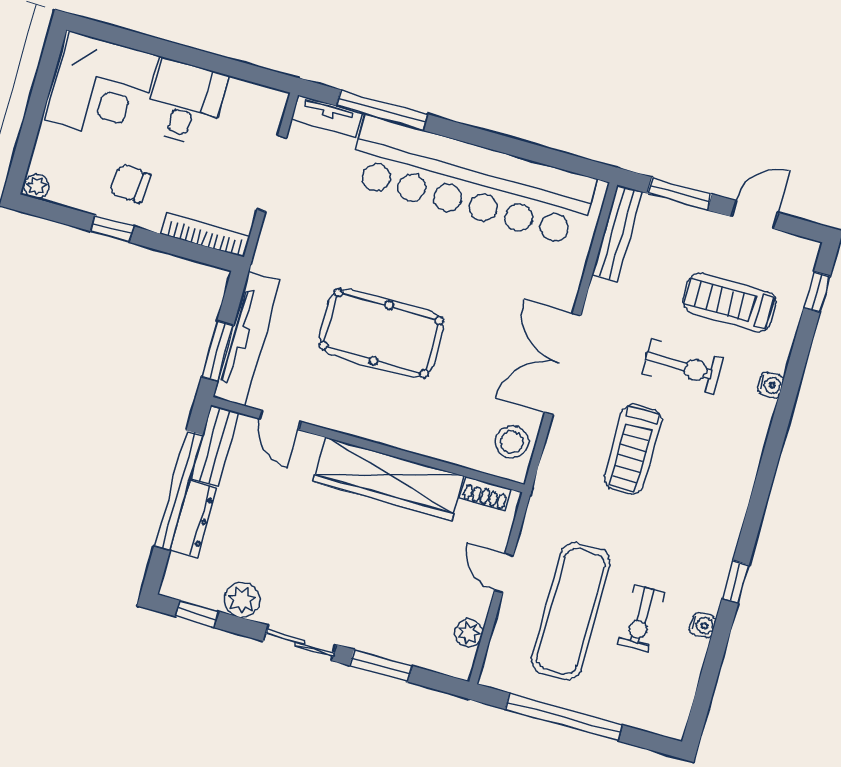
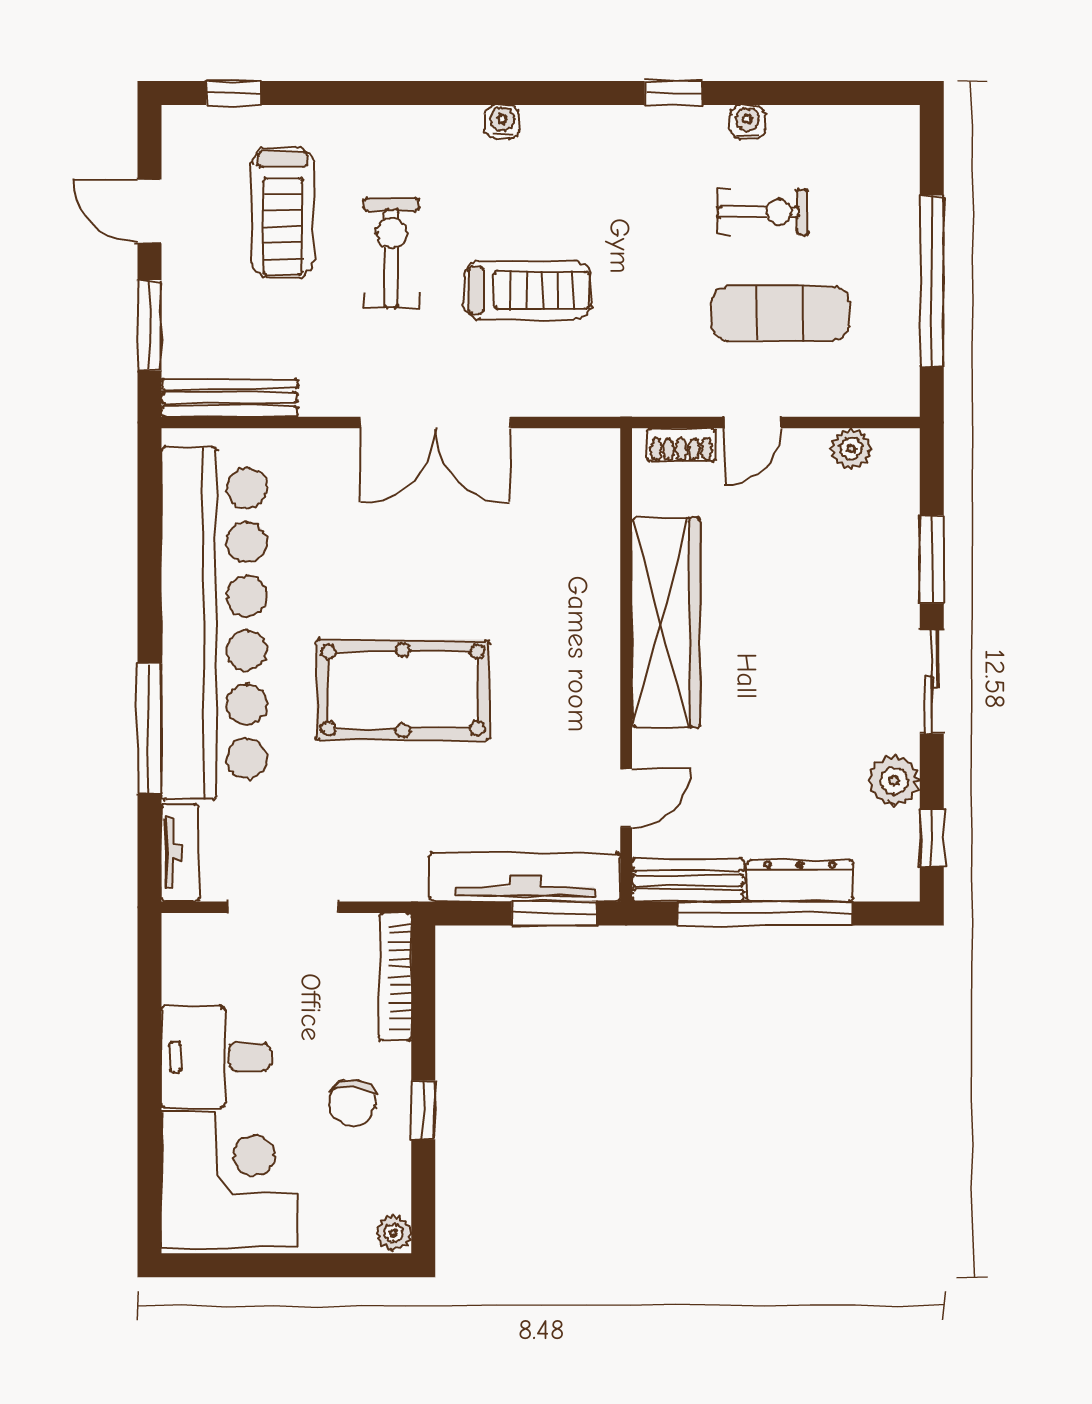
window: (382, 110) -> (149, 729), moved
pool table: (381, 333) -> (403, 690), moved, turned 90
water cooler: (770, 385) -> (502, 122), moved
stool: (512, 442) -> (565, 464), removed
shoe rack: (486, 494) -> (681, 445), moved, turned 90
exercise mat: (571, 611) -> (780, 313), width x0.73, depth x0.69

